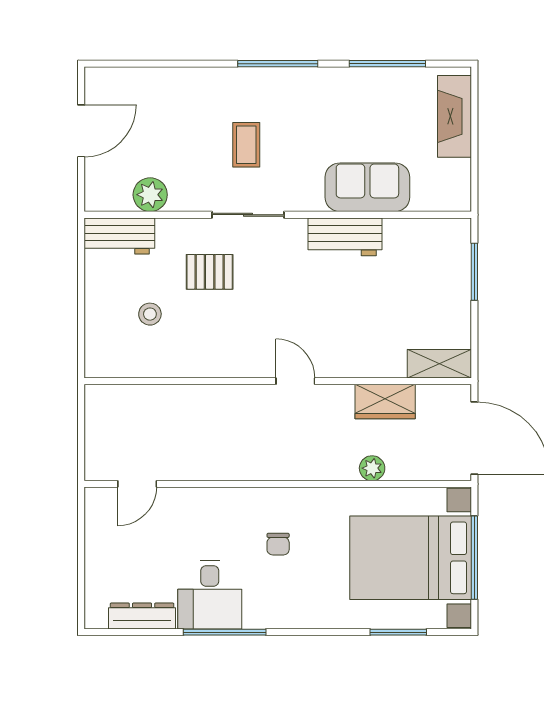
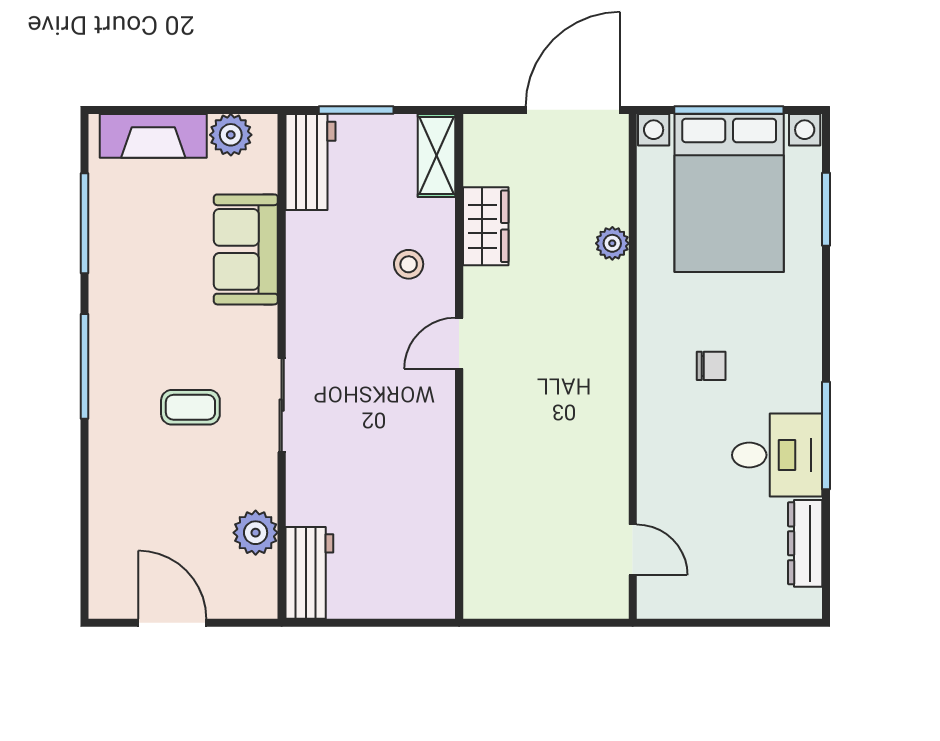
plant: (455, 176) -> (231, 135), added
workbench: (345, 237) -> (310, 162), moved
pallet: (210, 272) -> (356, 455), removed
stool: (150, 314) -> (409, 264), moved
shelving: (439, 364) -> (436, 156), moved
wall: (278, 381) -> (459, 366), moved
door: (295, 381) -> (459, 343), moved
wardrobe: (385, 401) -> (486, 226), moved

